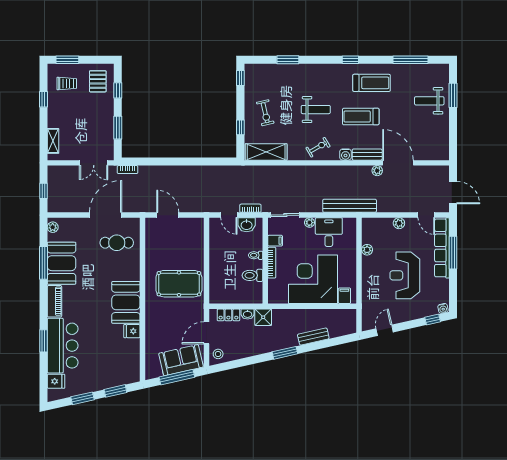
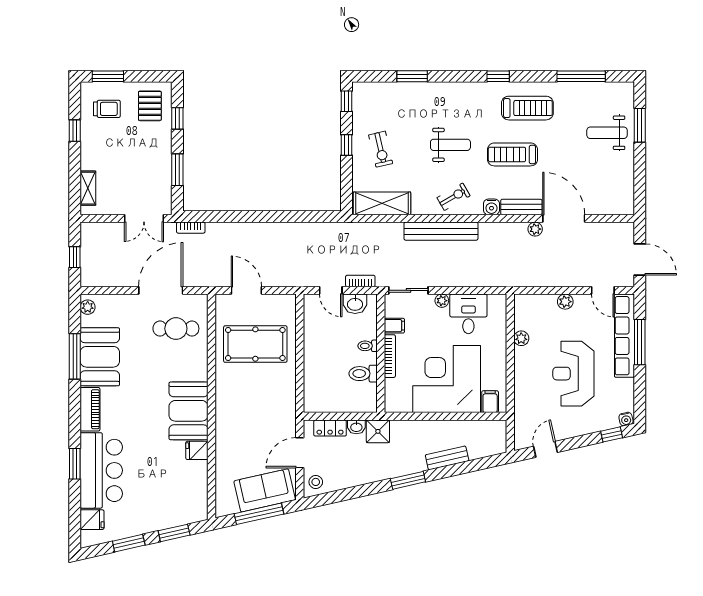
window: (240, 127) -> (347, 145), moved
bench: (350, 206) -> (441, 231), moved
pool table: (179, 284) -> (255, 344), moved

